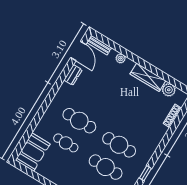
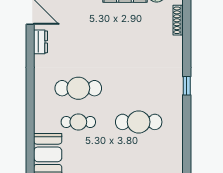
cafe table: (119, 145) -> (139, 88), removed
window: (145, 173) -> (187, 86), moved

